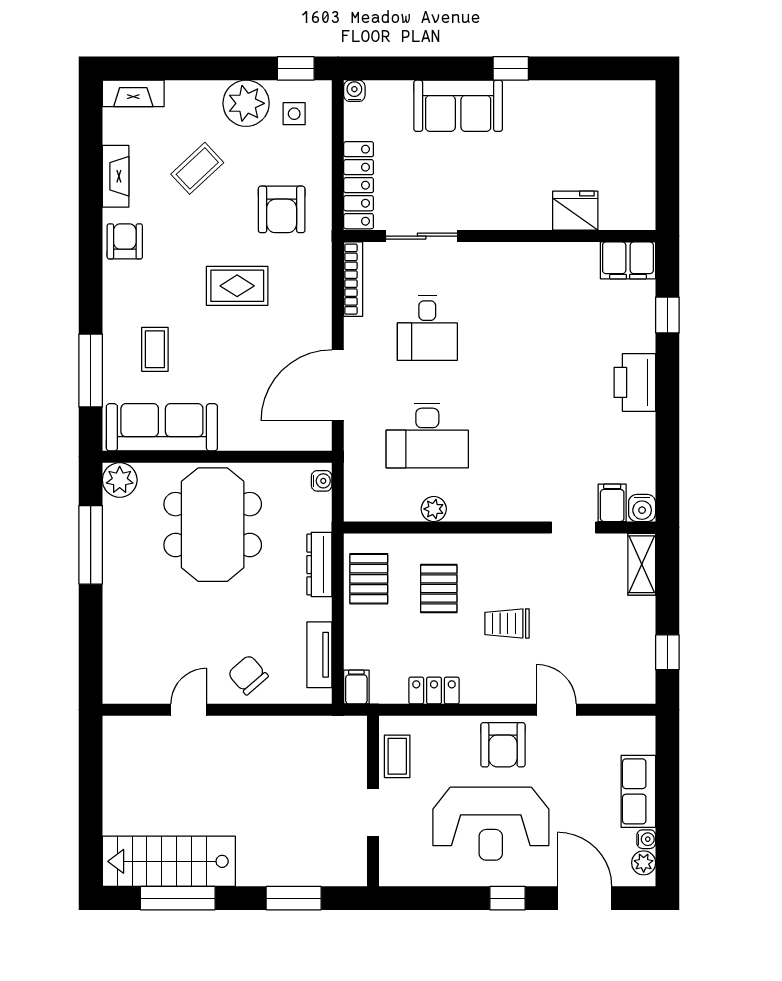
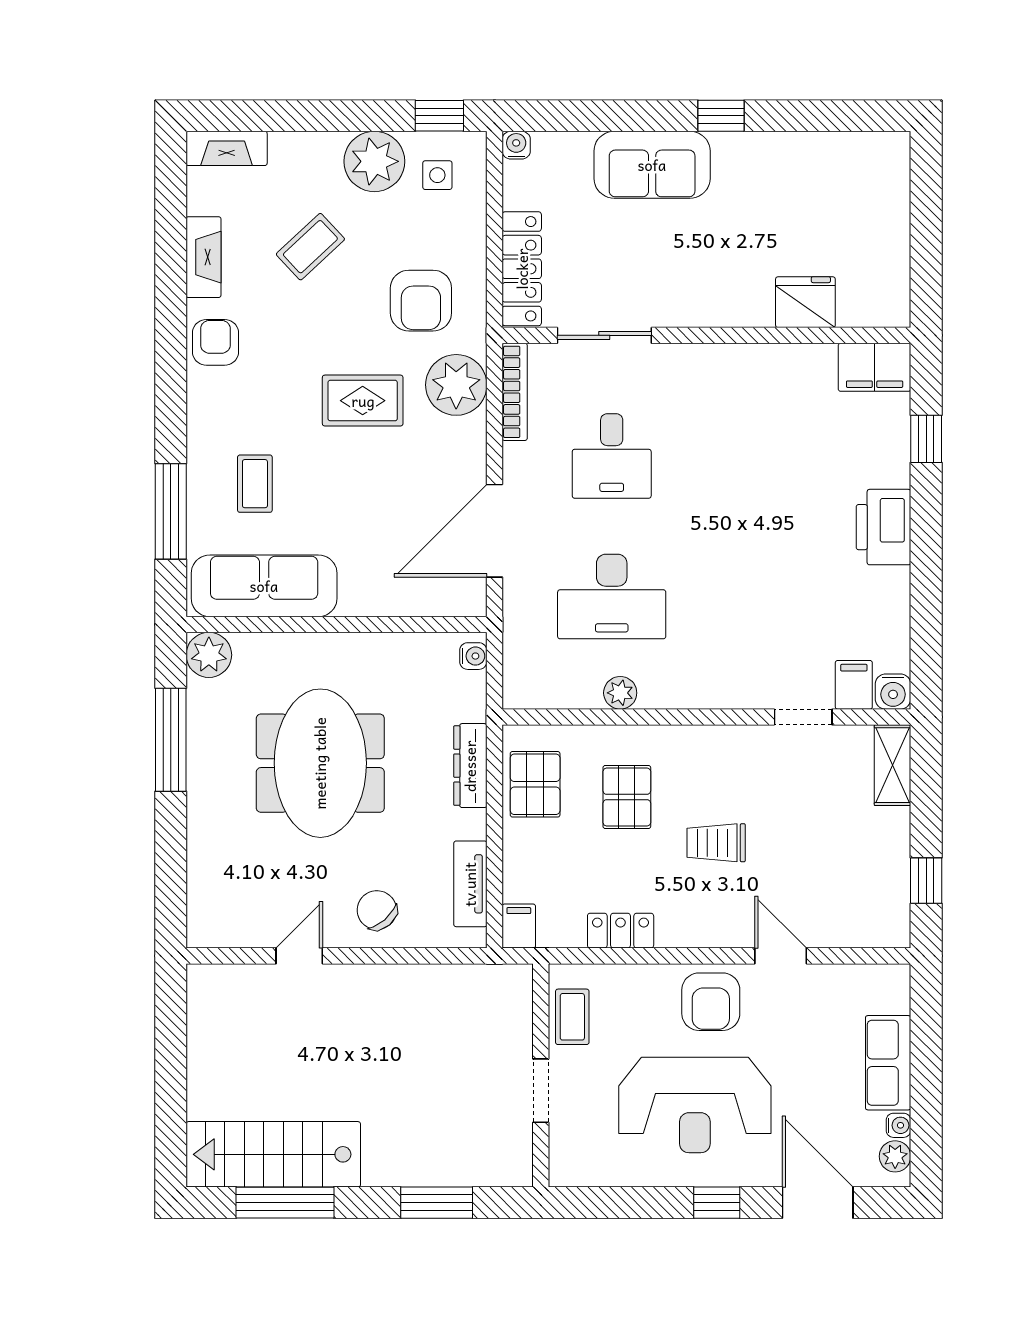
plant: (309, 274) -> (456, 385), added
meeting table: (213, 525) -> (320, 763), moved

